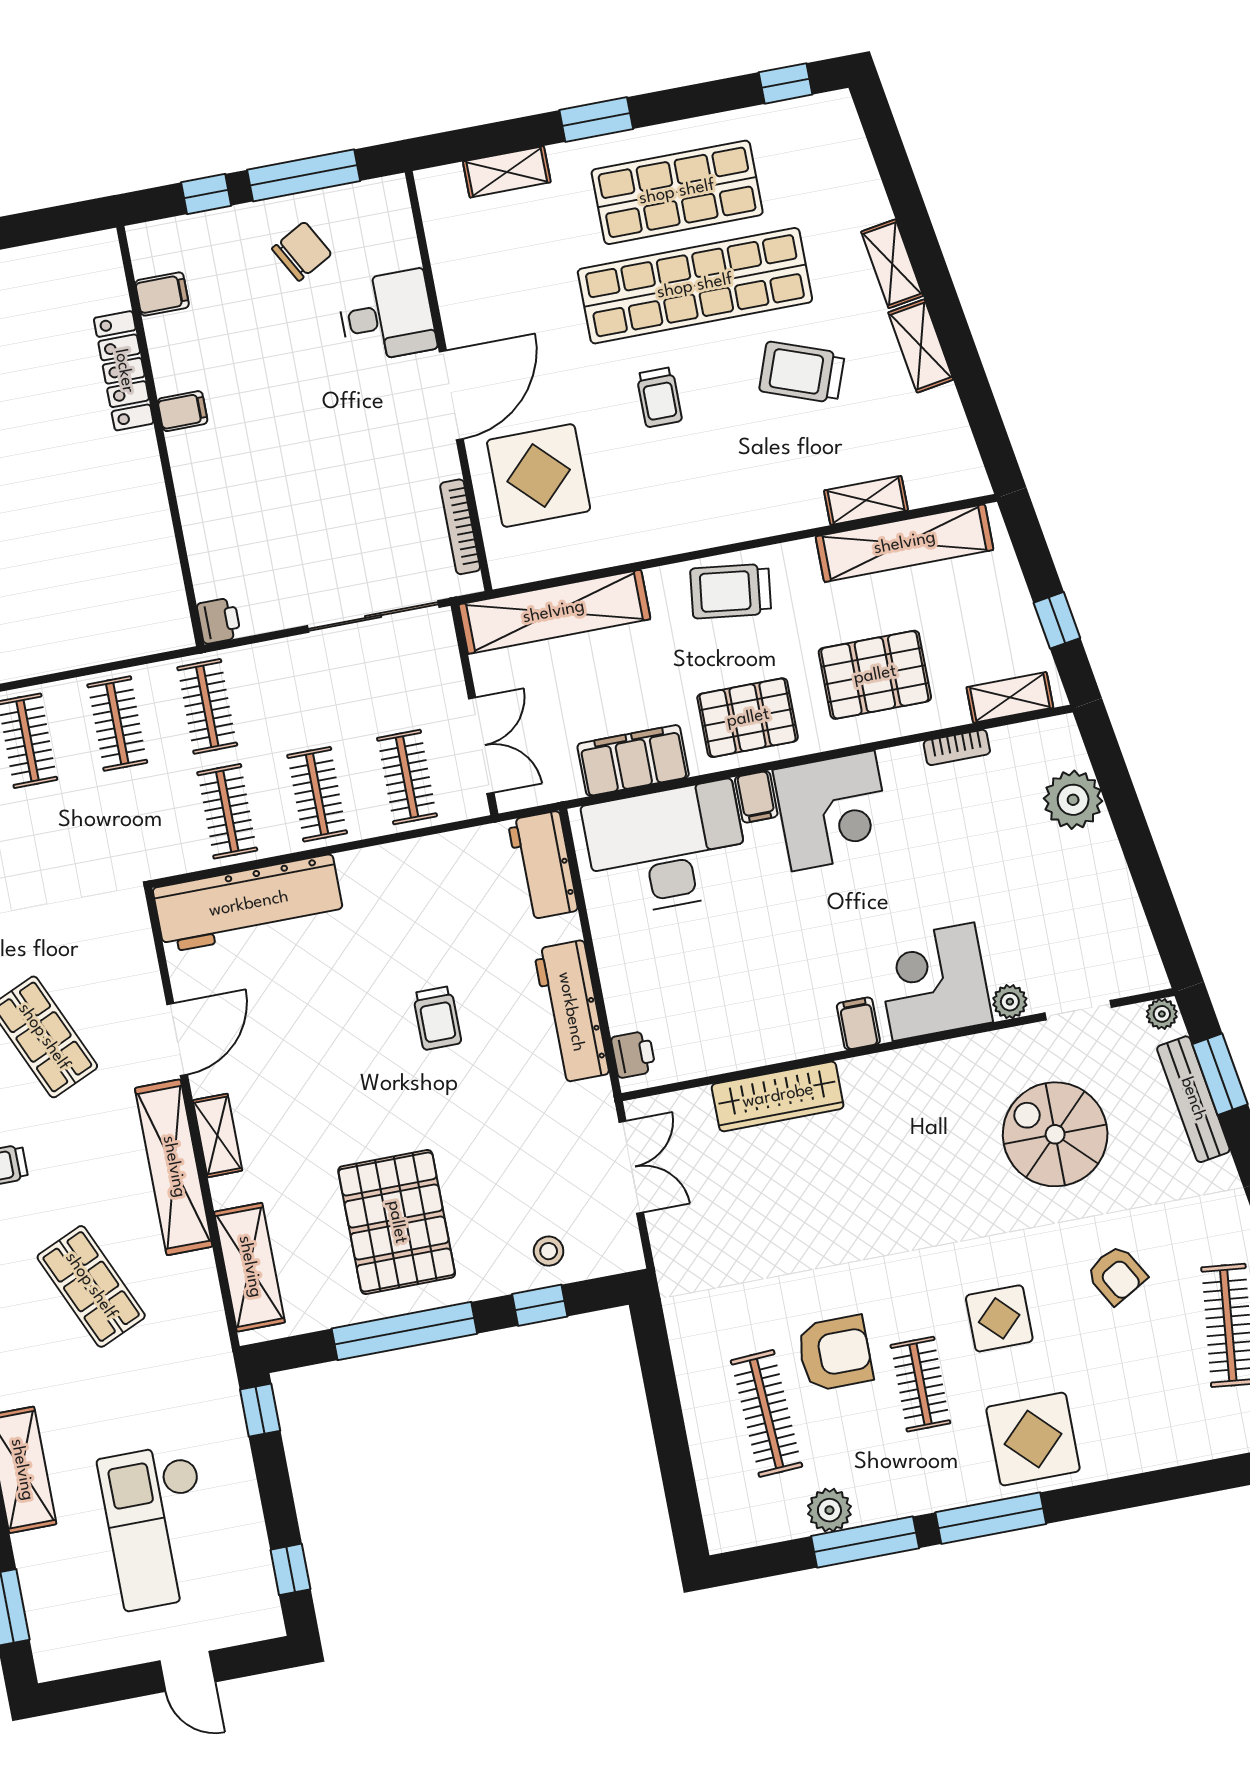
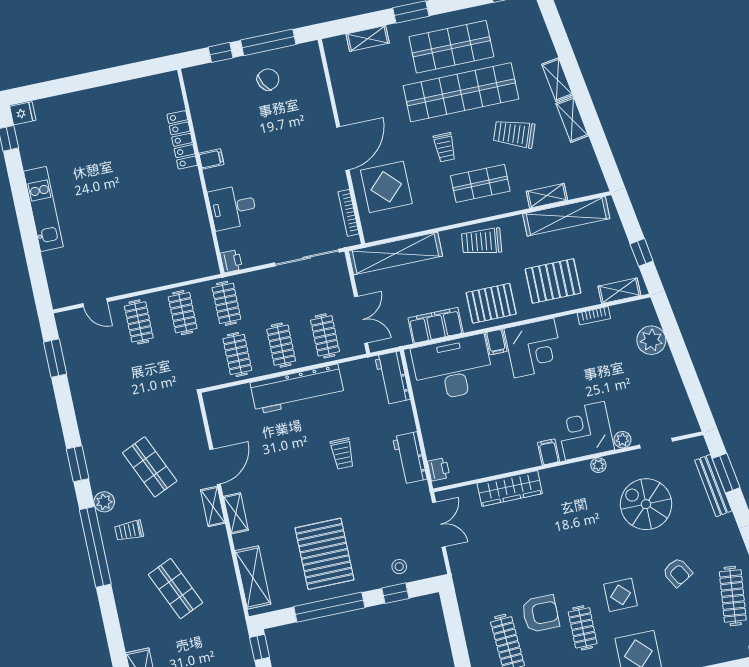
filing cabinet: (162, 294) -> (200, 102), removed
desk: (387, 316) -> (233, 207), moved, turned 180
shop shelf: (731, 472) -> (480, 183), added
workbench: (249, 904) -> (297, 389), moved
workbench: (571, 1012) -> (410, 458), width x0.73
plant: (1162, 1014) -> (598, 465), moved
shelving: (174, 1167) -> (213, 506), width x0.45, depth x0.75

